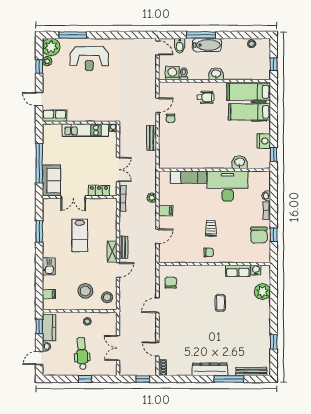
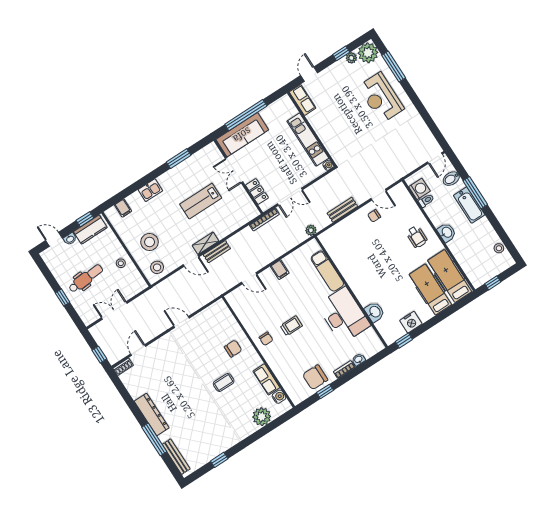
sofa: (51, 180) -> (242, 135), width x1.36
plant: (152, 198) -> (311, 230), moved
chair: (171, 283) -> (233, 349), moved

